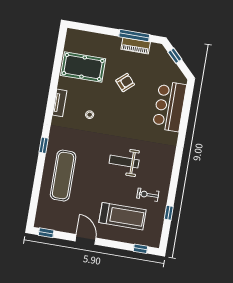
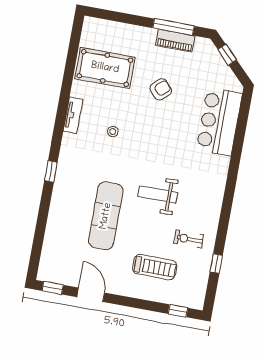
exercise mat: (63, 176) -> (106, 216), moved
treadmill: (123, 216) -> (155, 267), width x0.73, depth x0.73
door: (86, 239) -> (91, 295), moved

